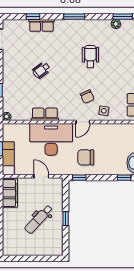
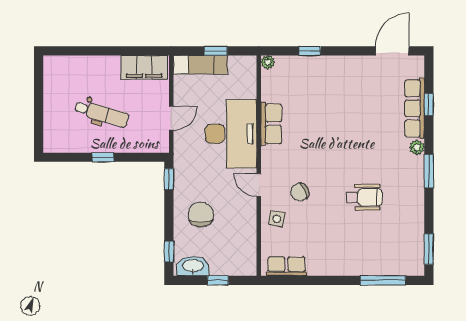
plant: (116, 24) -> (417, 147), moved
row of seats: (41, 25) -> (415, 108), width x1.48
wheelchair: (41, 70) -> (342, 118), removed
chair: (86, 157) -> (201, 215), moved
dental chair: (39, 219) -> (102, 114), turned 153

